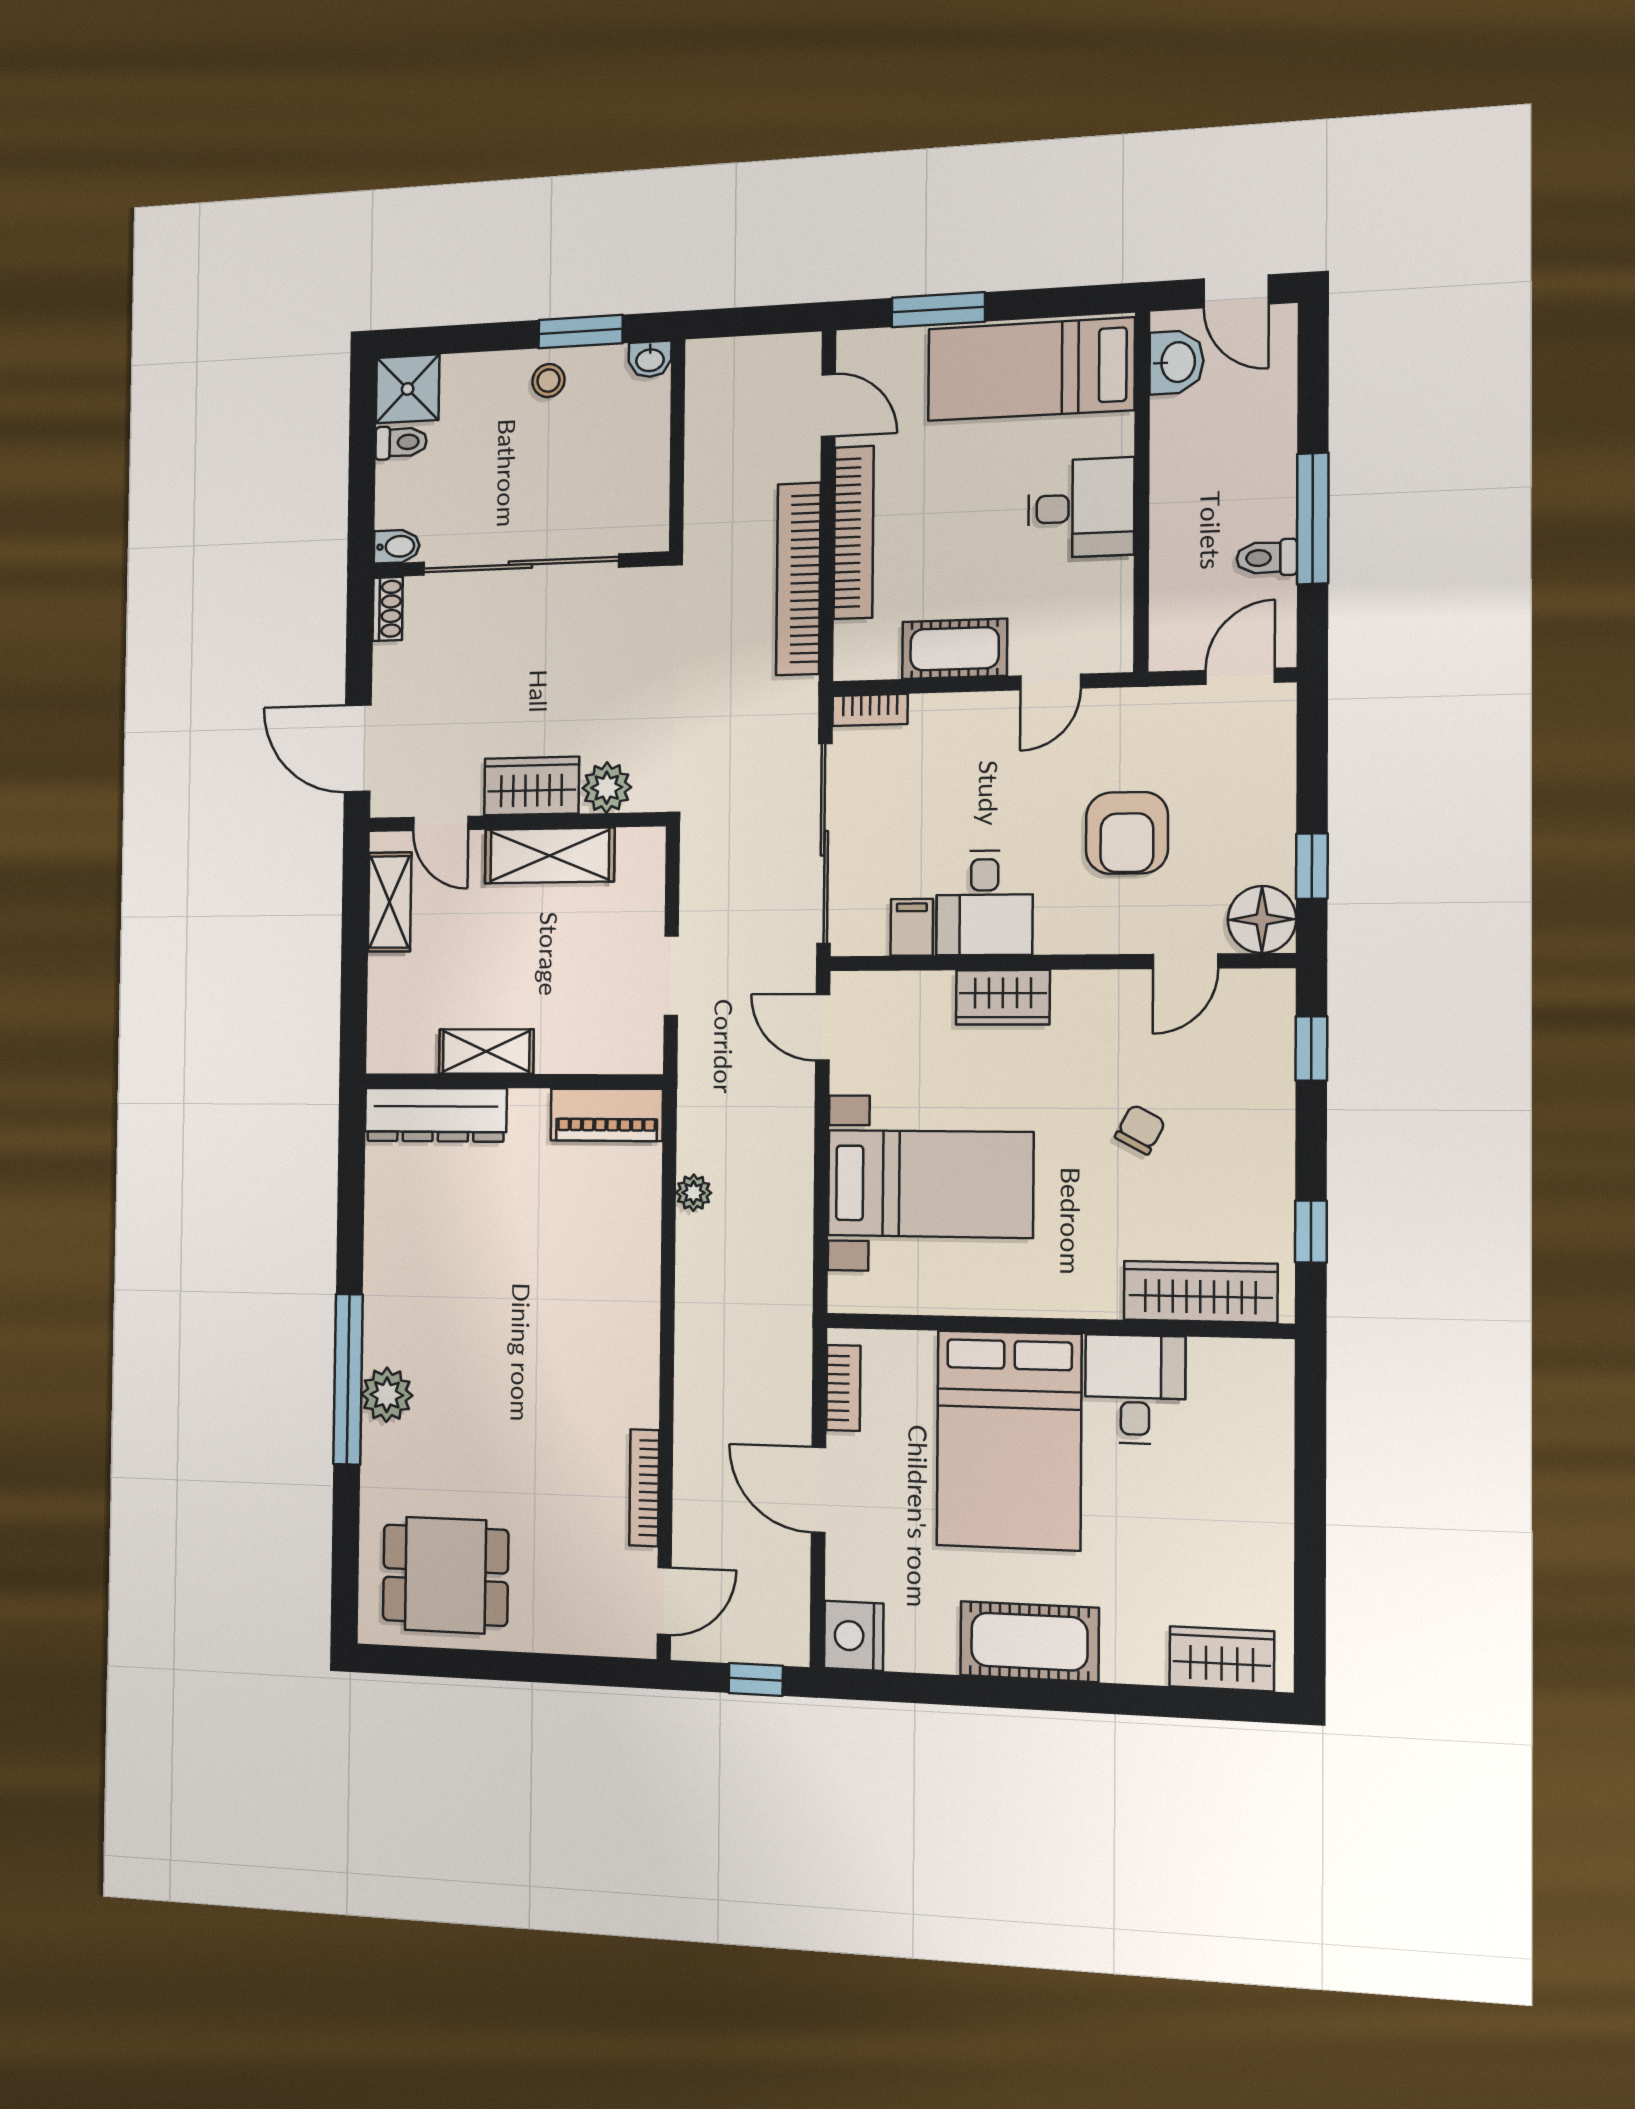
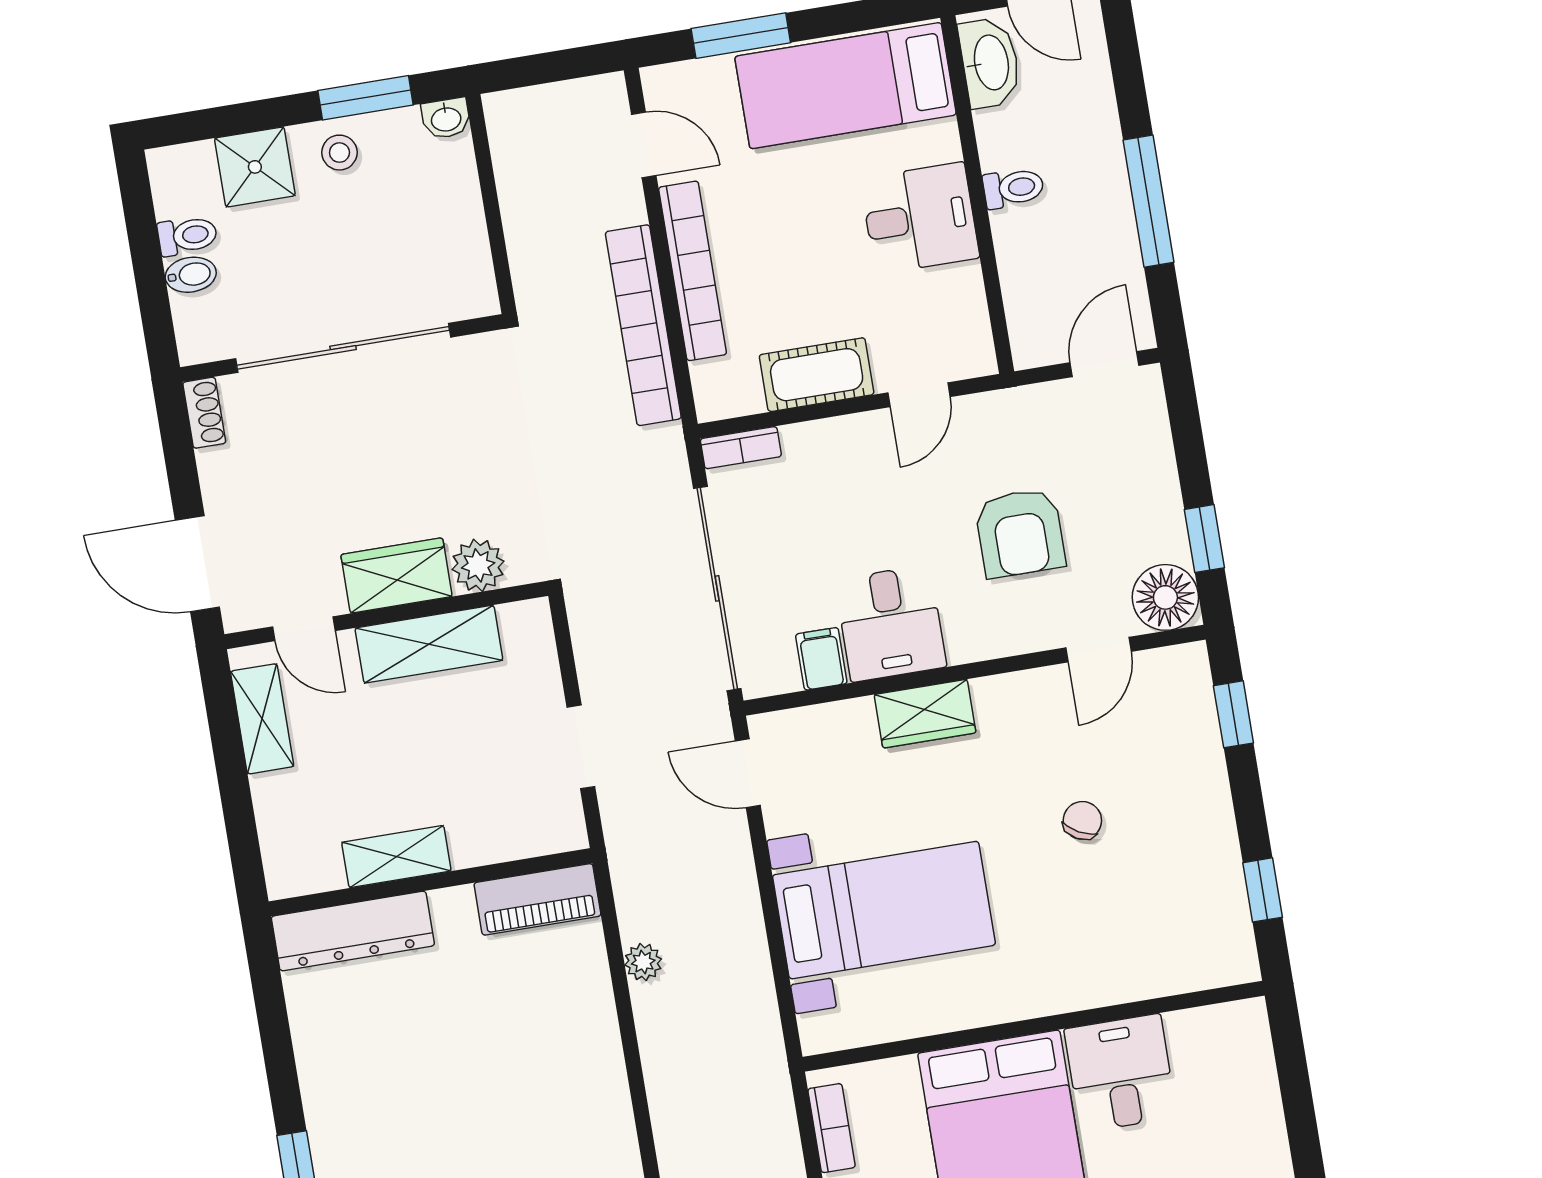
washbasin: (1177, 362) -> (990, 63), width x1.38
shower: (408, 389) -> (255, 167), moved
bidet: (397, 546) -> (191, 275), moved
toilet: (1267, 558) -> (1013, 188), moved, turned 180
wardrobe: (1200, 1292) -> (1167, 967), removed

